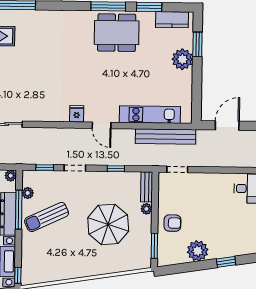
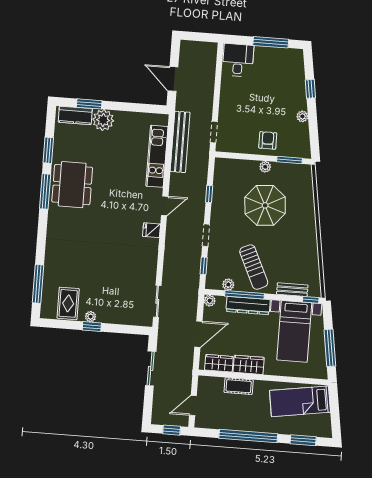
kitchen counter: (172, 20) -> (75, 115), moved, turned 90
bench: (147, 187) -> (292, 290), moved
plant: (146, 209) -> (265, 167), moved
plant: (198, 251) -> (302, 116), width x0.53, depth x0.53

